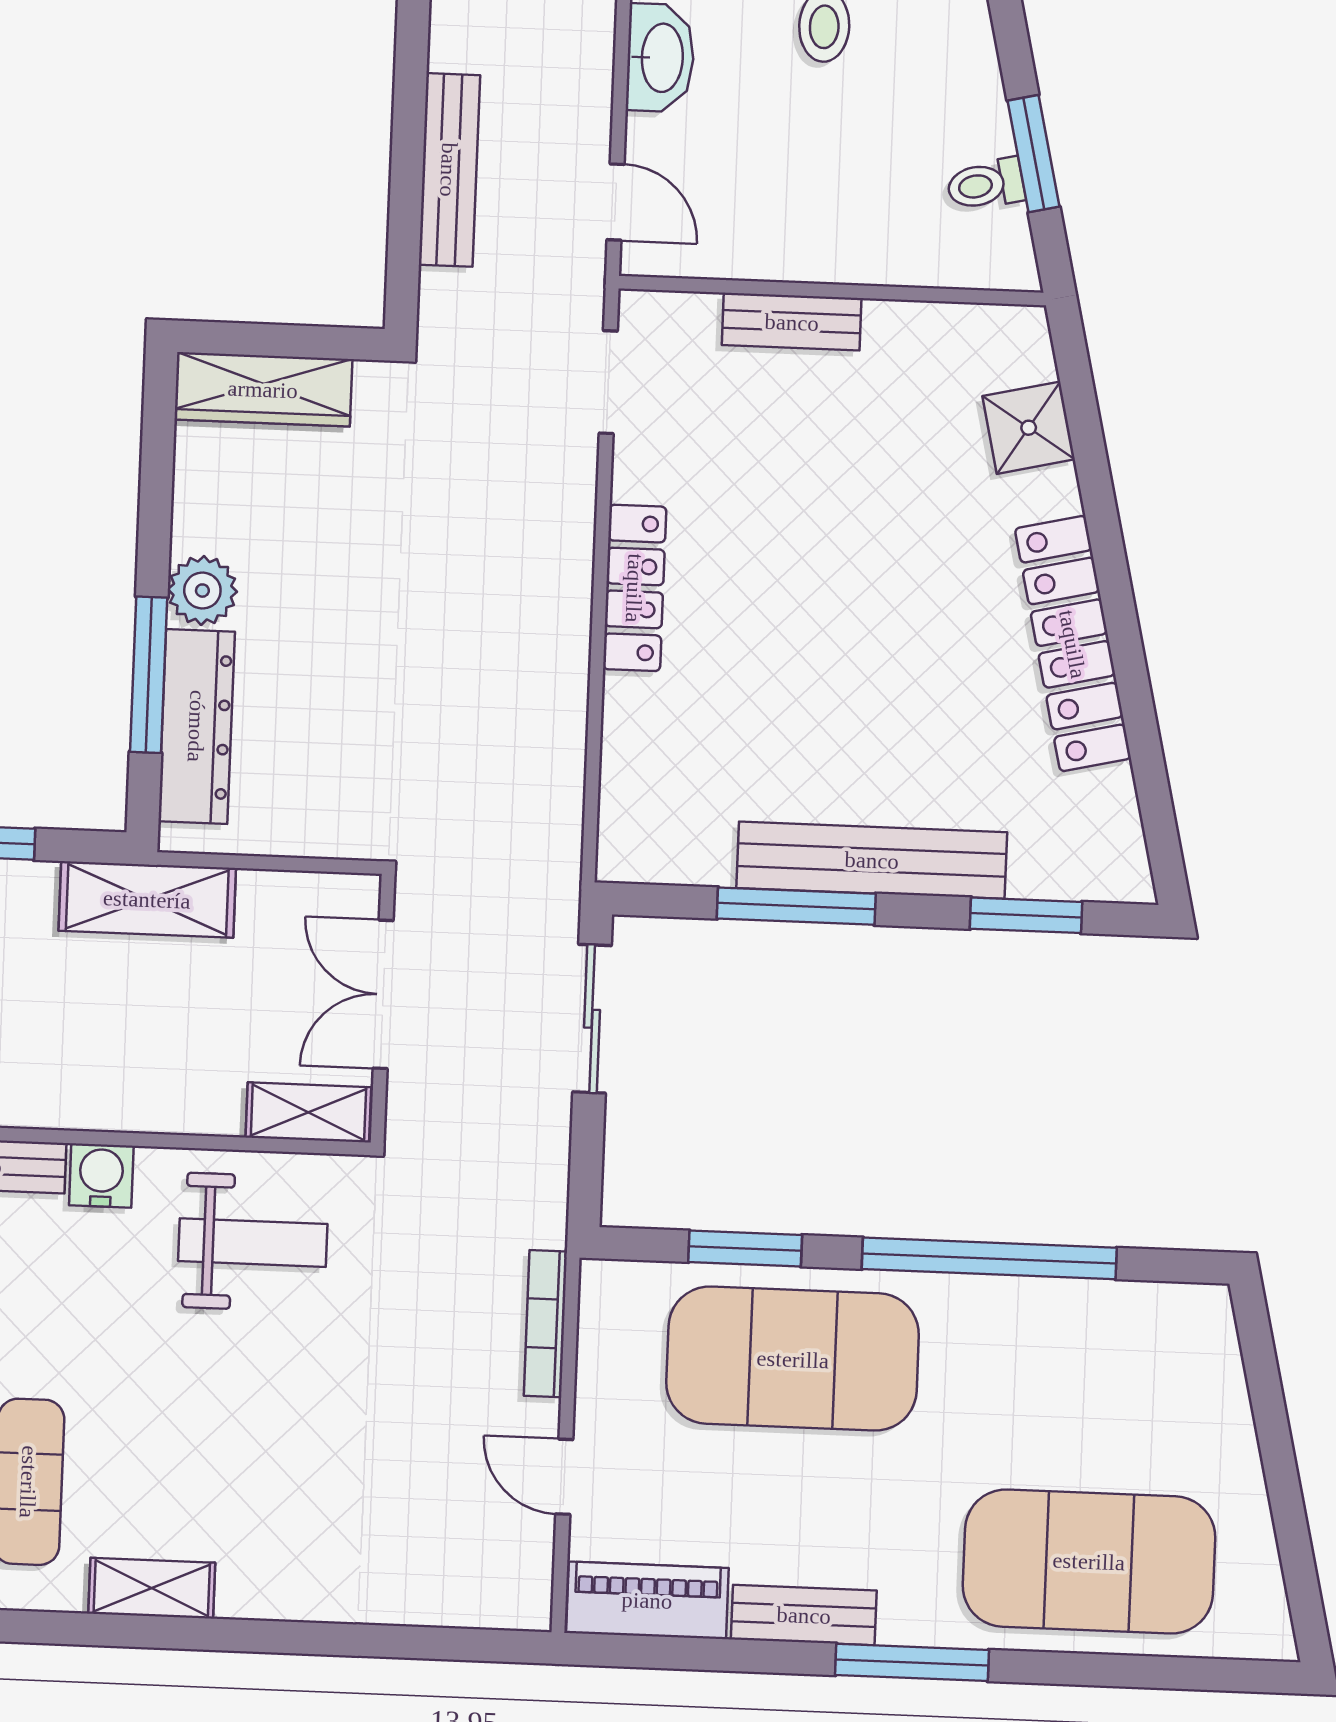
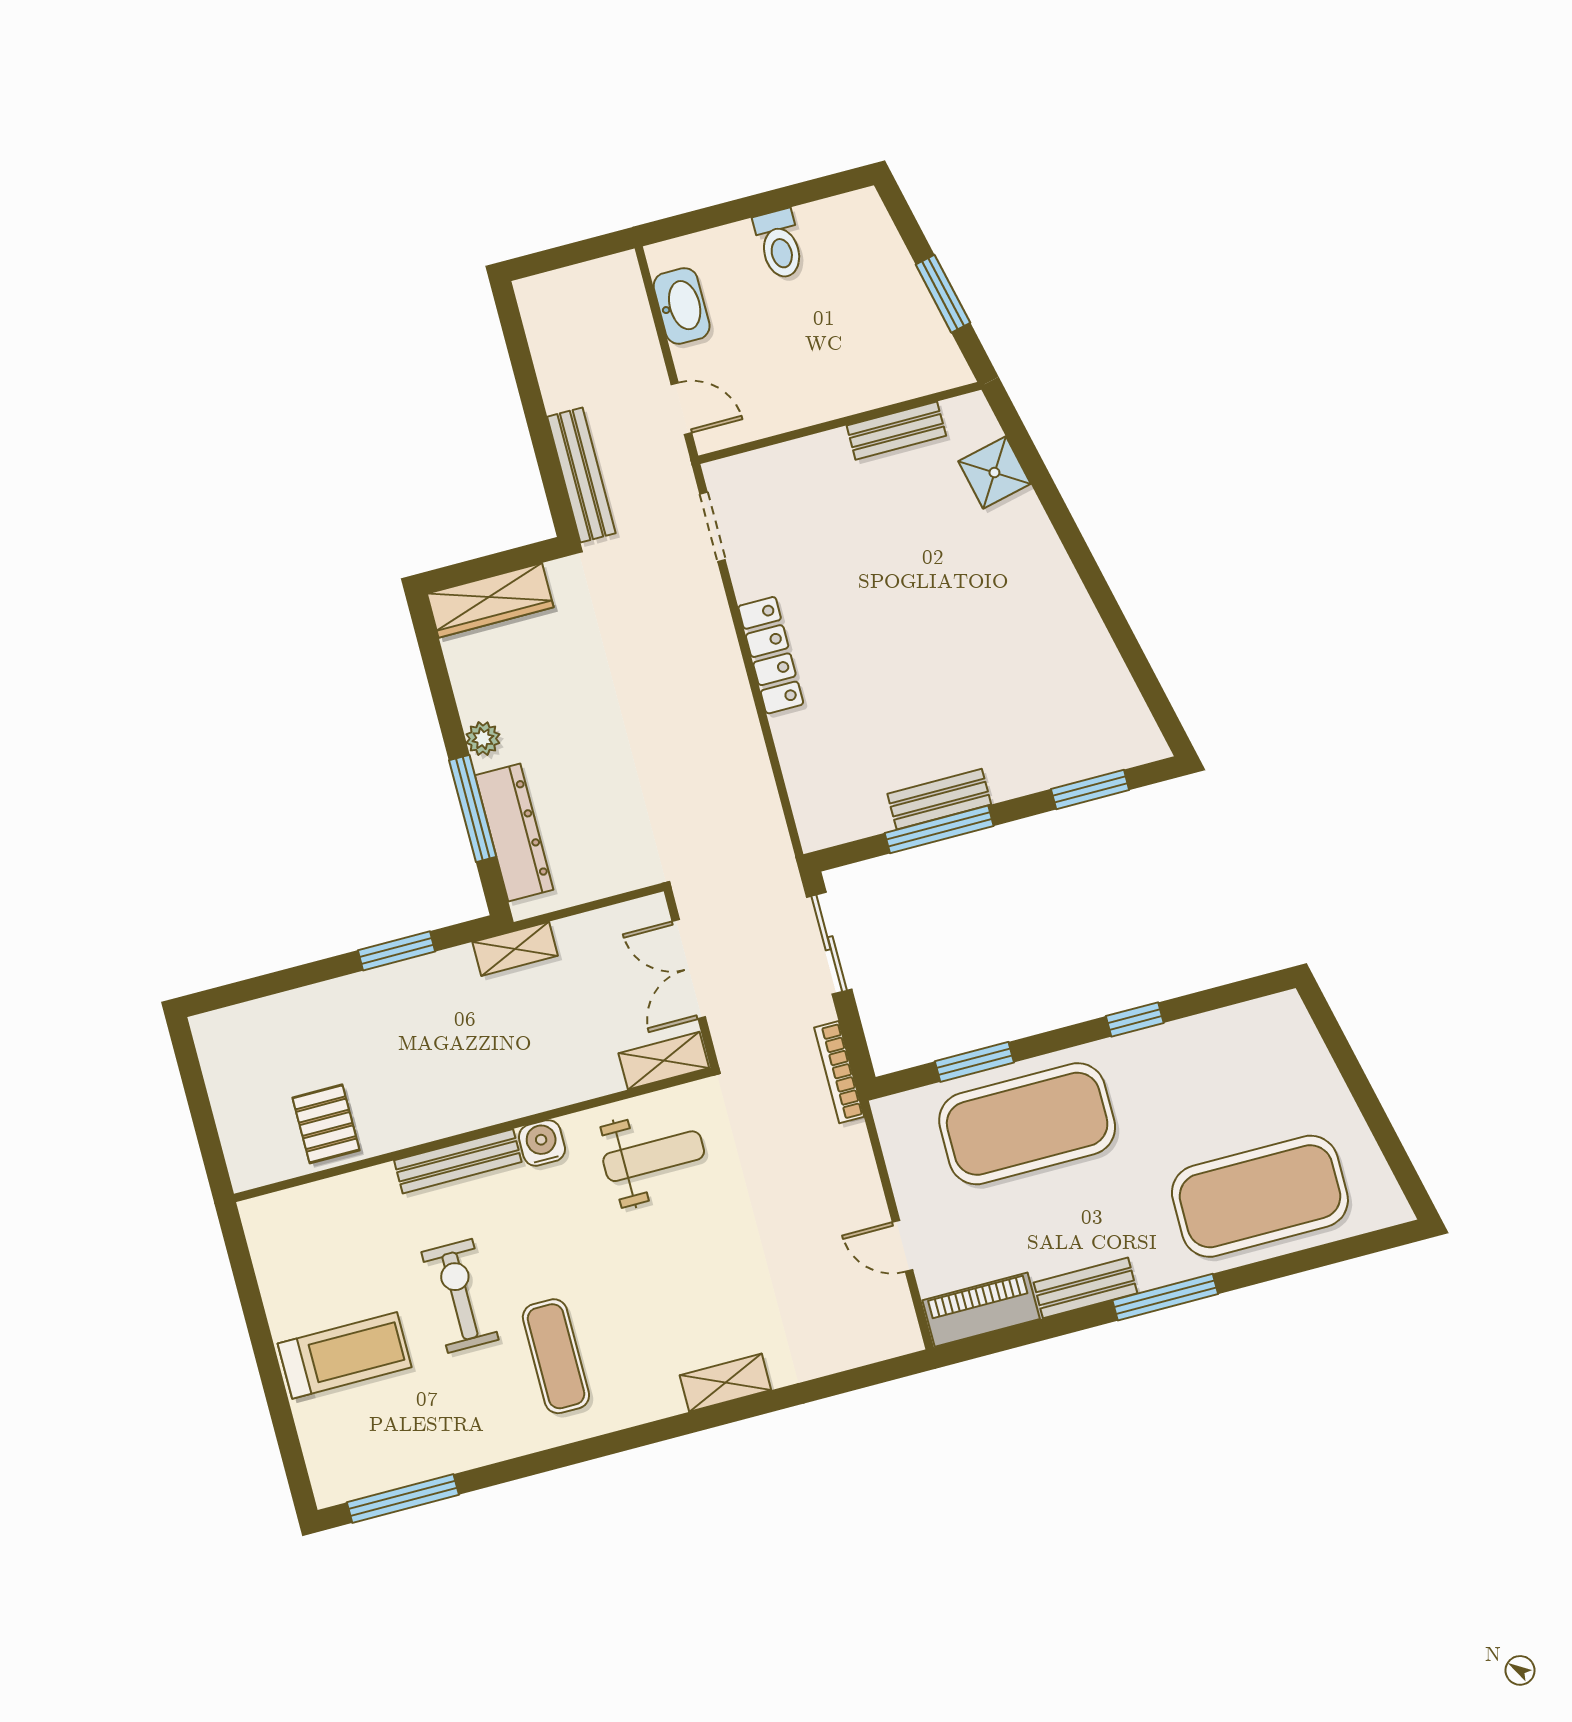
bench: (449, 170) -> (581, 475), moved
toilet: (986, 185) -> (918, 323), removed
bench: (792, 322) -> (896, 431), moved
plant: (202, 591) -> (483, 739), width x0.73, depth x0.73
locker: (1073, 644) -> (1066, 604), removed
bench: (872, 860) -> (939, 799), width x0.54, depth x0.82
shelving: (147, 899) -> (515, 949), width x0.67, depth x0.75
window: (989, 1258) -> (1135, 1019), width x0.32
bookcase: (545, 1324) -> (839, 1072), moved
shelving: (152, 1588) -> (725, 1383), moved

